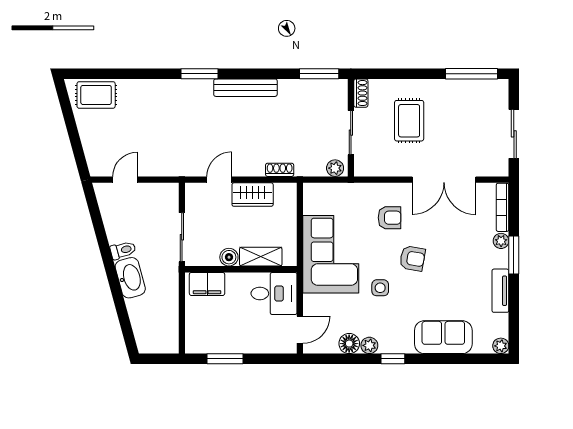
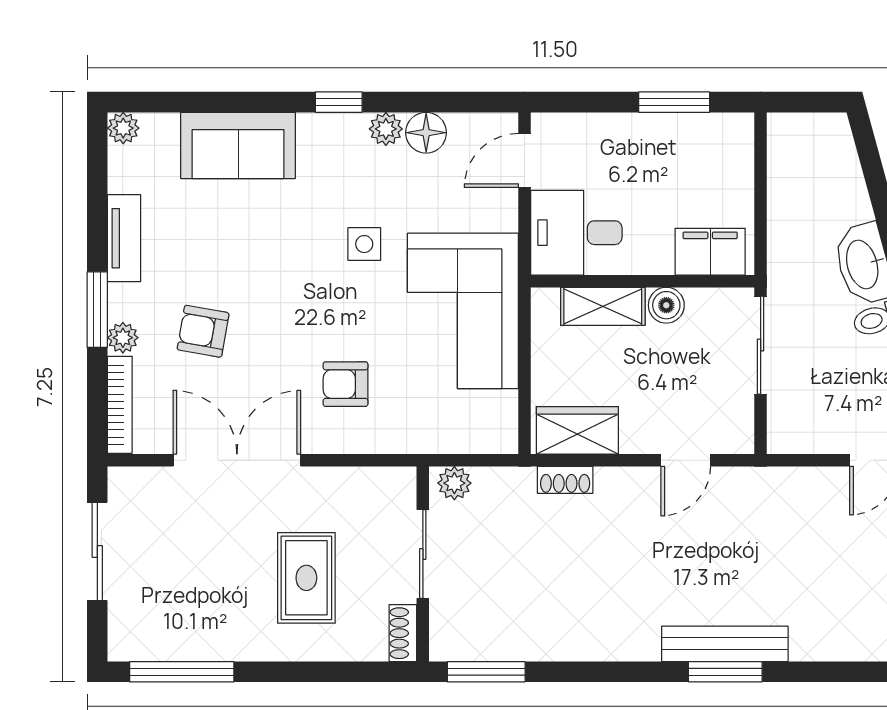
bench: (245, 88) -> (725, 644), moved
wardrobe: (253, 195) -> (577, 430), moved
armchair: (412, 258) -> (203, 331), moved

